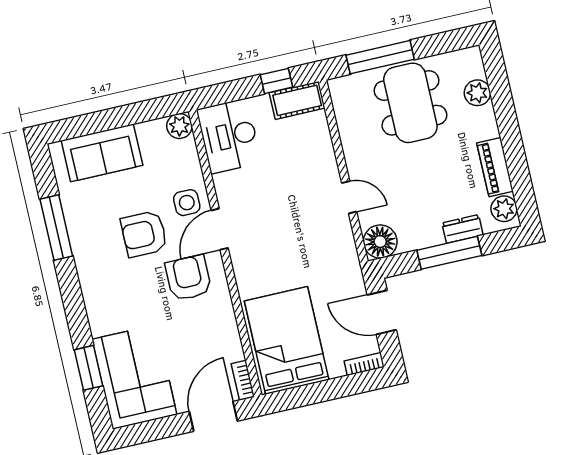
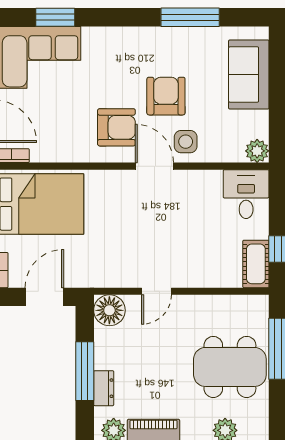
desk: (229, 136) -> (246, 194), width x0.73

